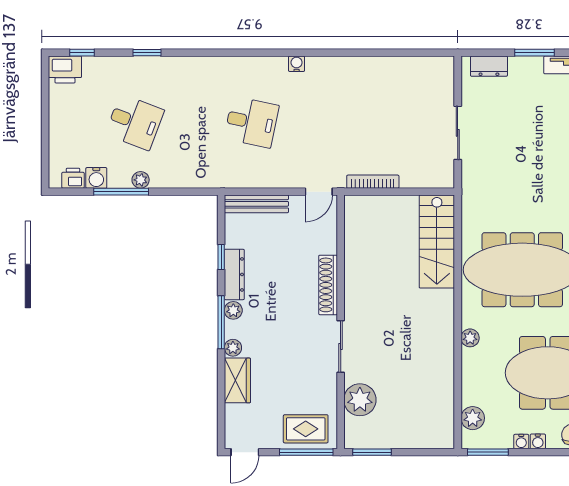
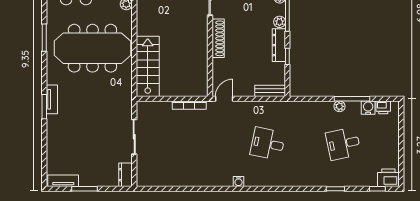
dresser: (489, 66) -> (125, 175), moved, turned -90
desk: (135, 122) -> (343, 144), turned -33
bench: (256, 204) -> (270, 91), width x0.73

